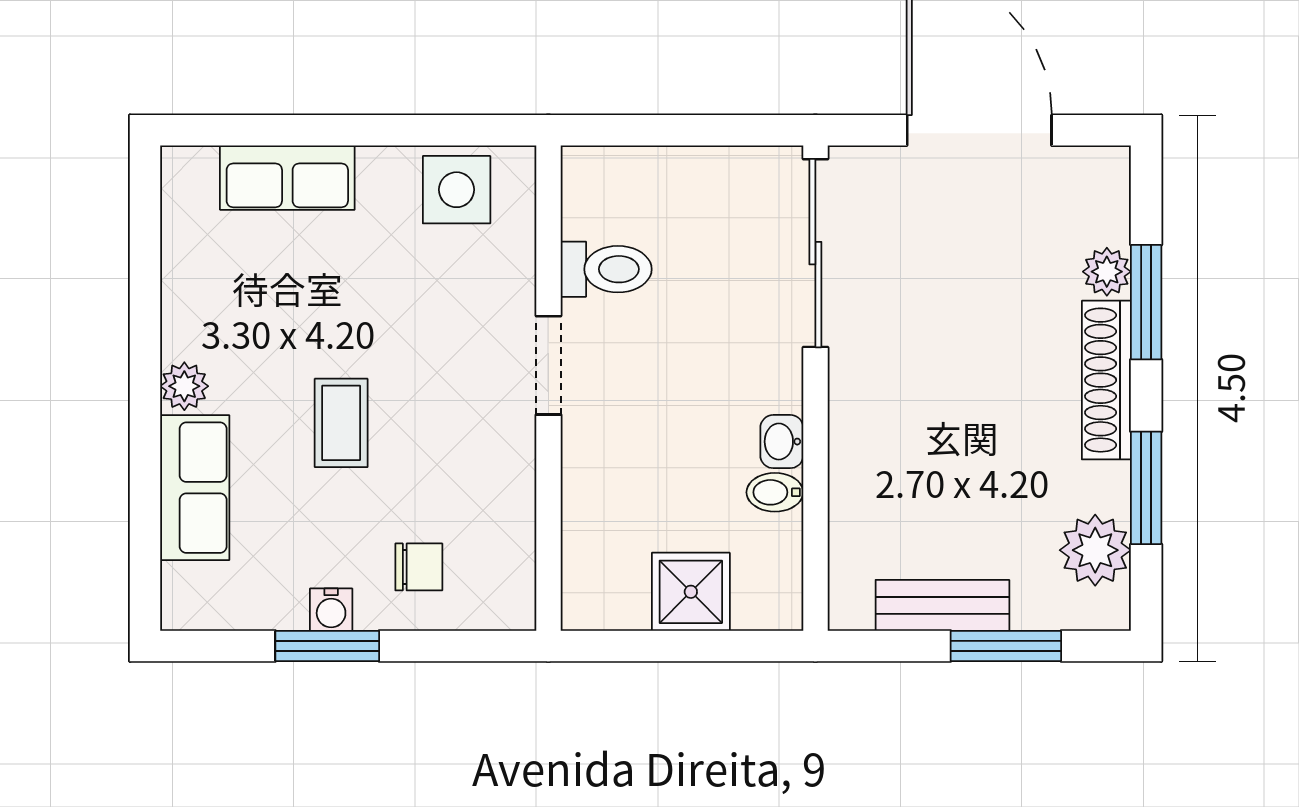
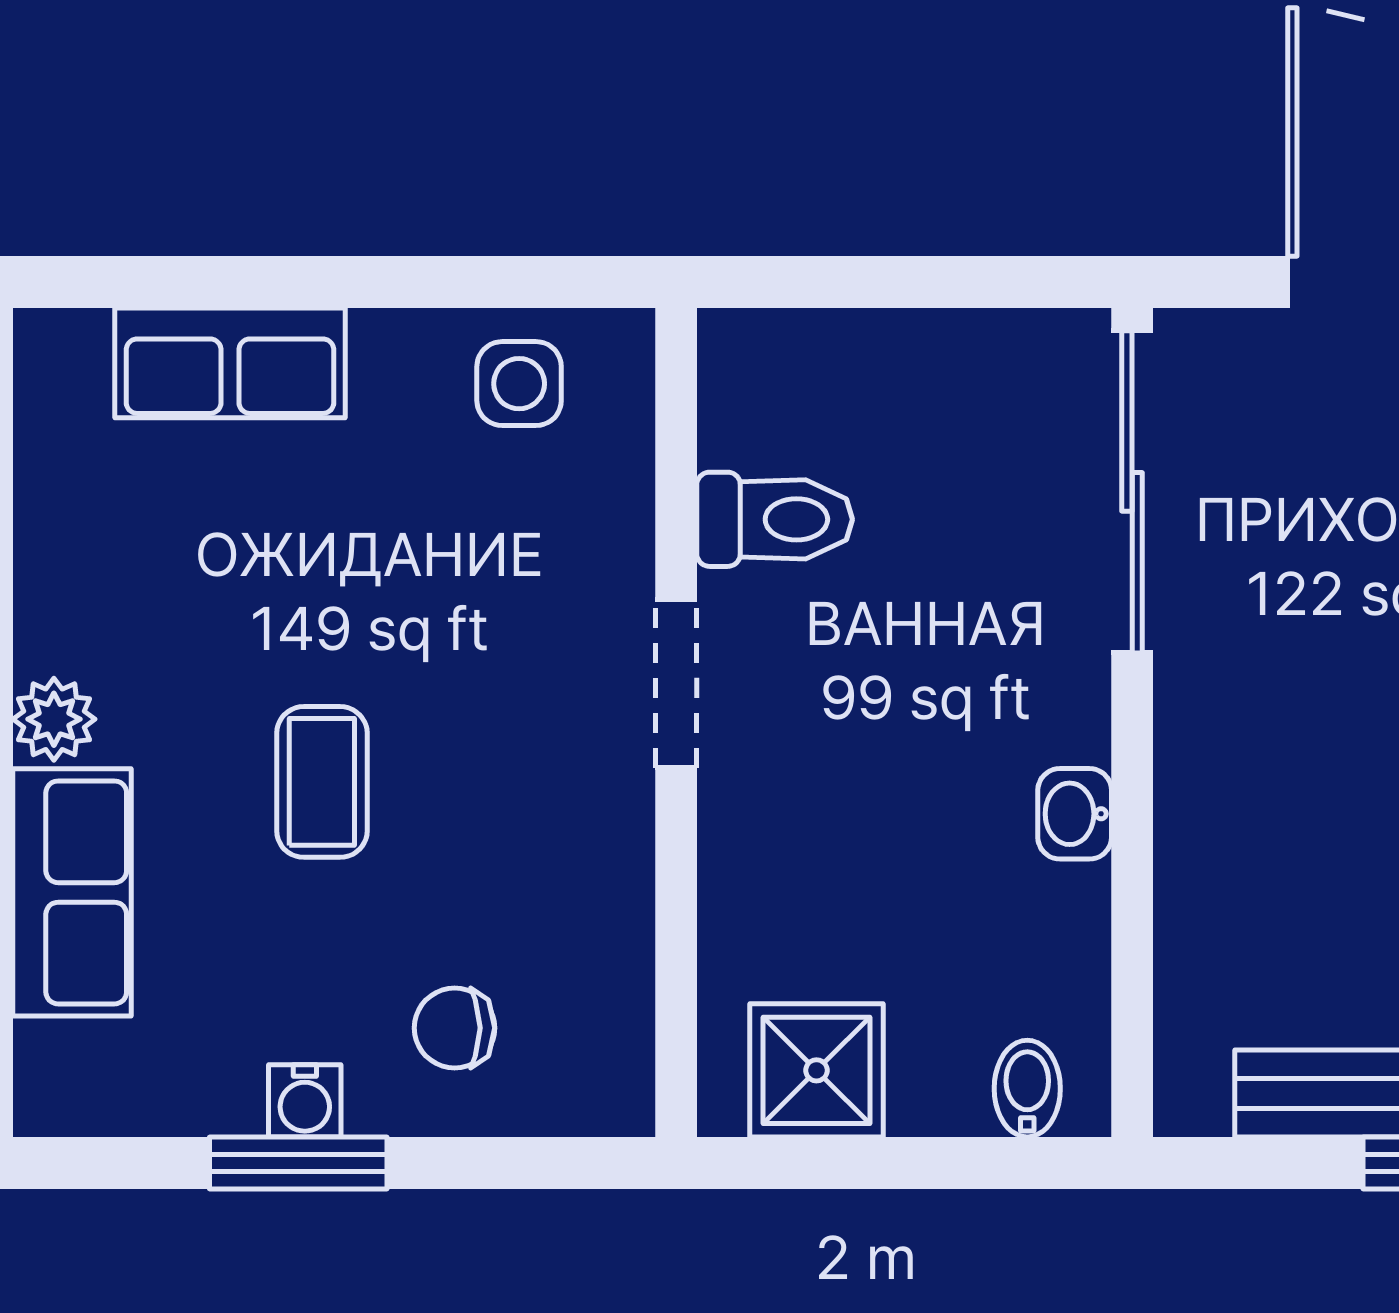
side table: (457, 190) -> (519, 384), width x0.73, depth x0.73
bidet: (775, 492) -> (1027, 1089), moved, turned 90
chair: (419, 567) -> (455, 1028), turned 180
shower: (691, 592) -> (816, 1070), moved

